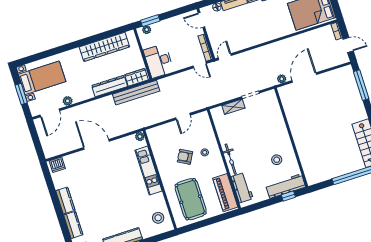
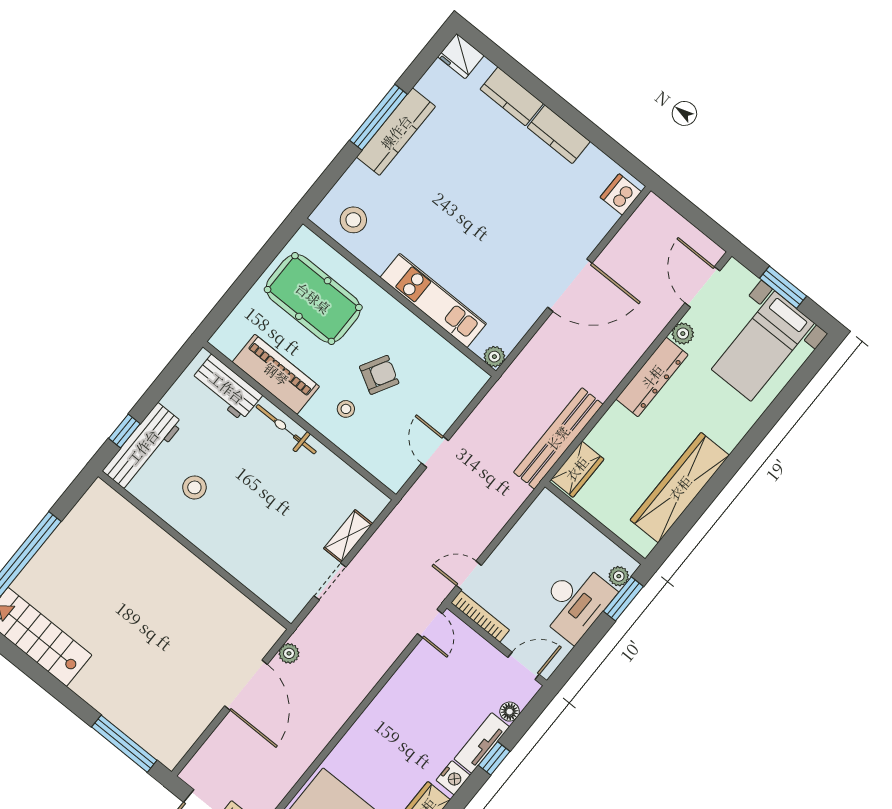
desk: (159, 61) -> (575, 602), moved, turned 90
dresser: (110, 86) -> (652, 377), moved
piano: (225, 193) -> (276, 374), moved

